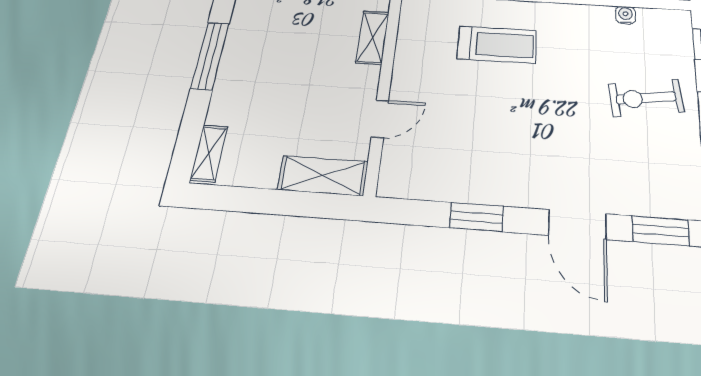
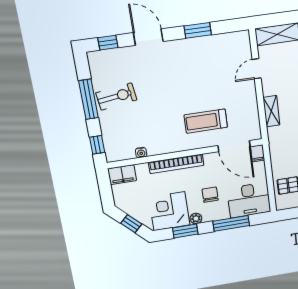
exercise bike: (646, 98) -> (116, 96), moved
window: (660, 231) -> (108, 43), width x0.67

